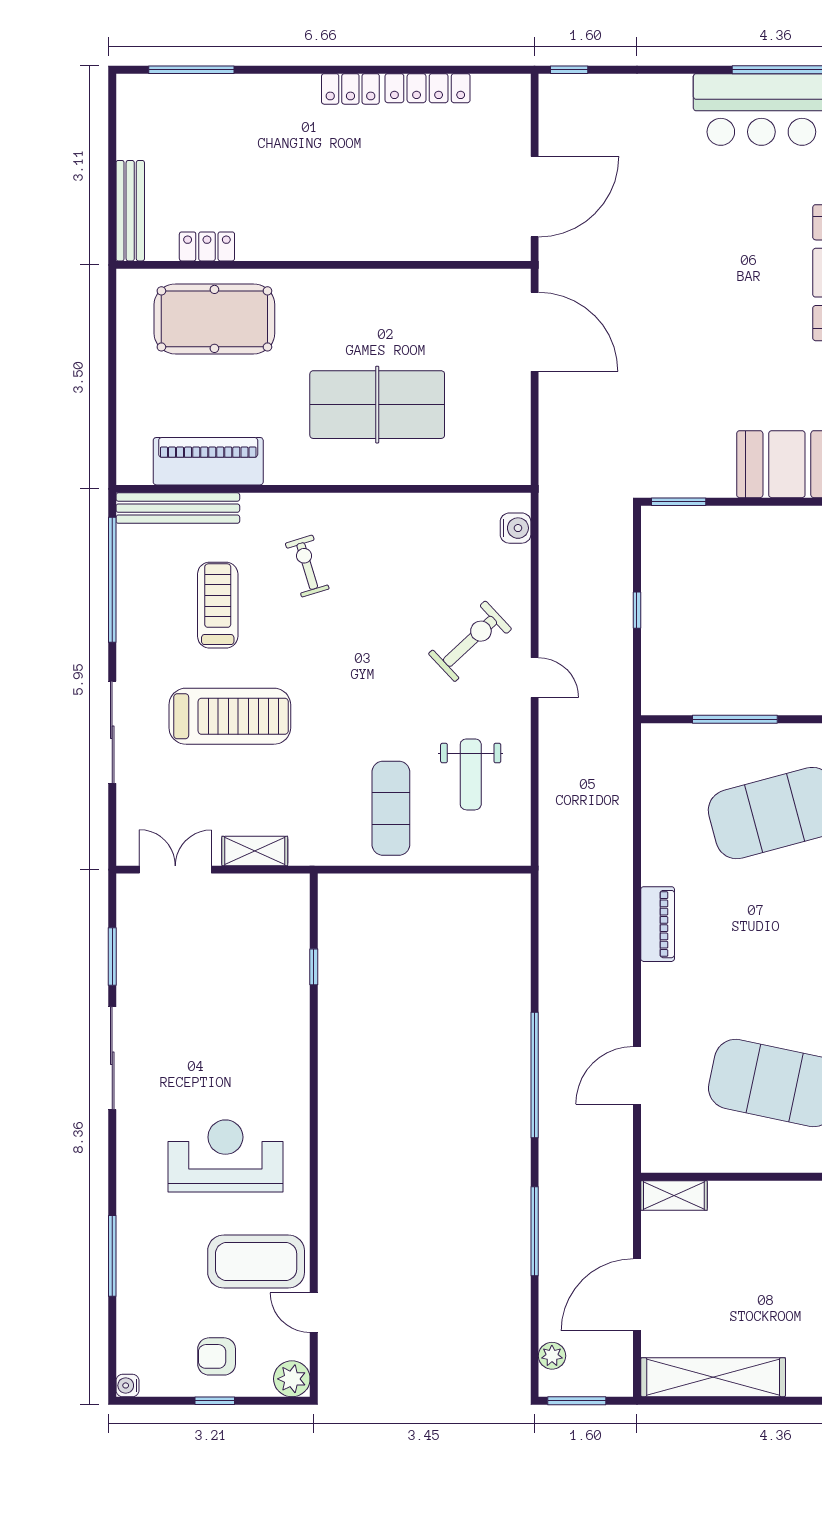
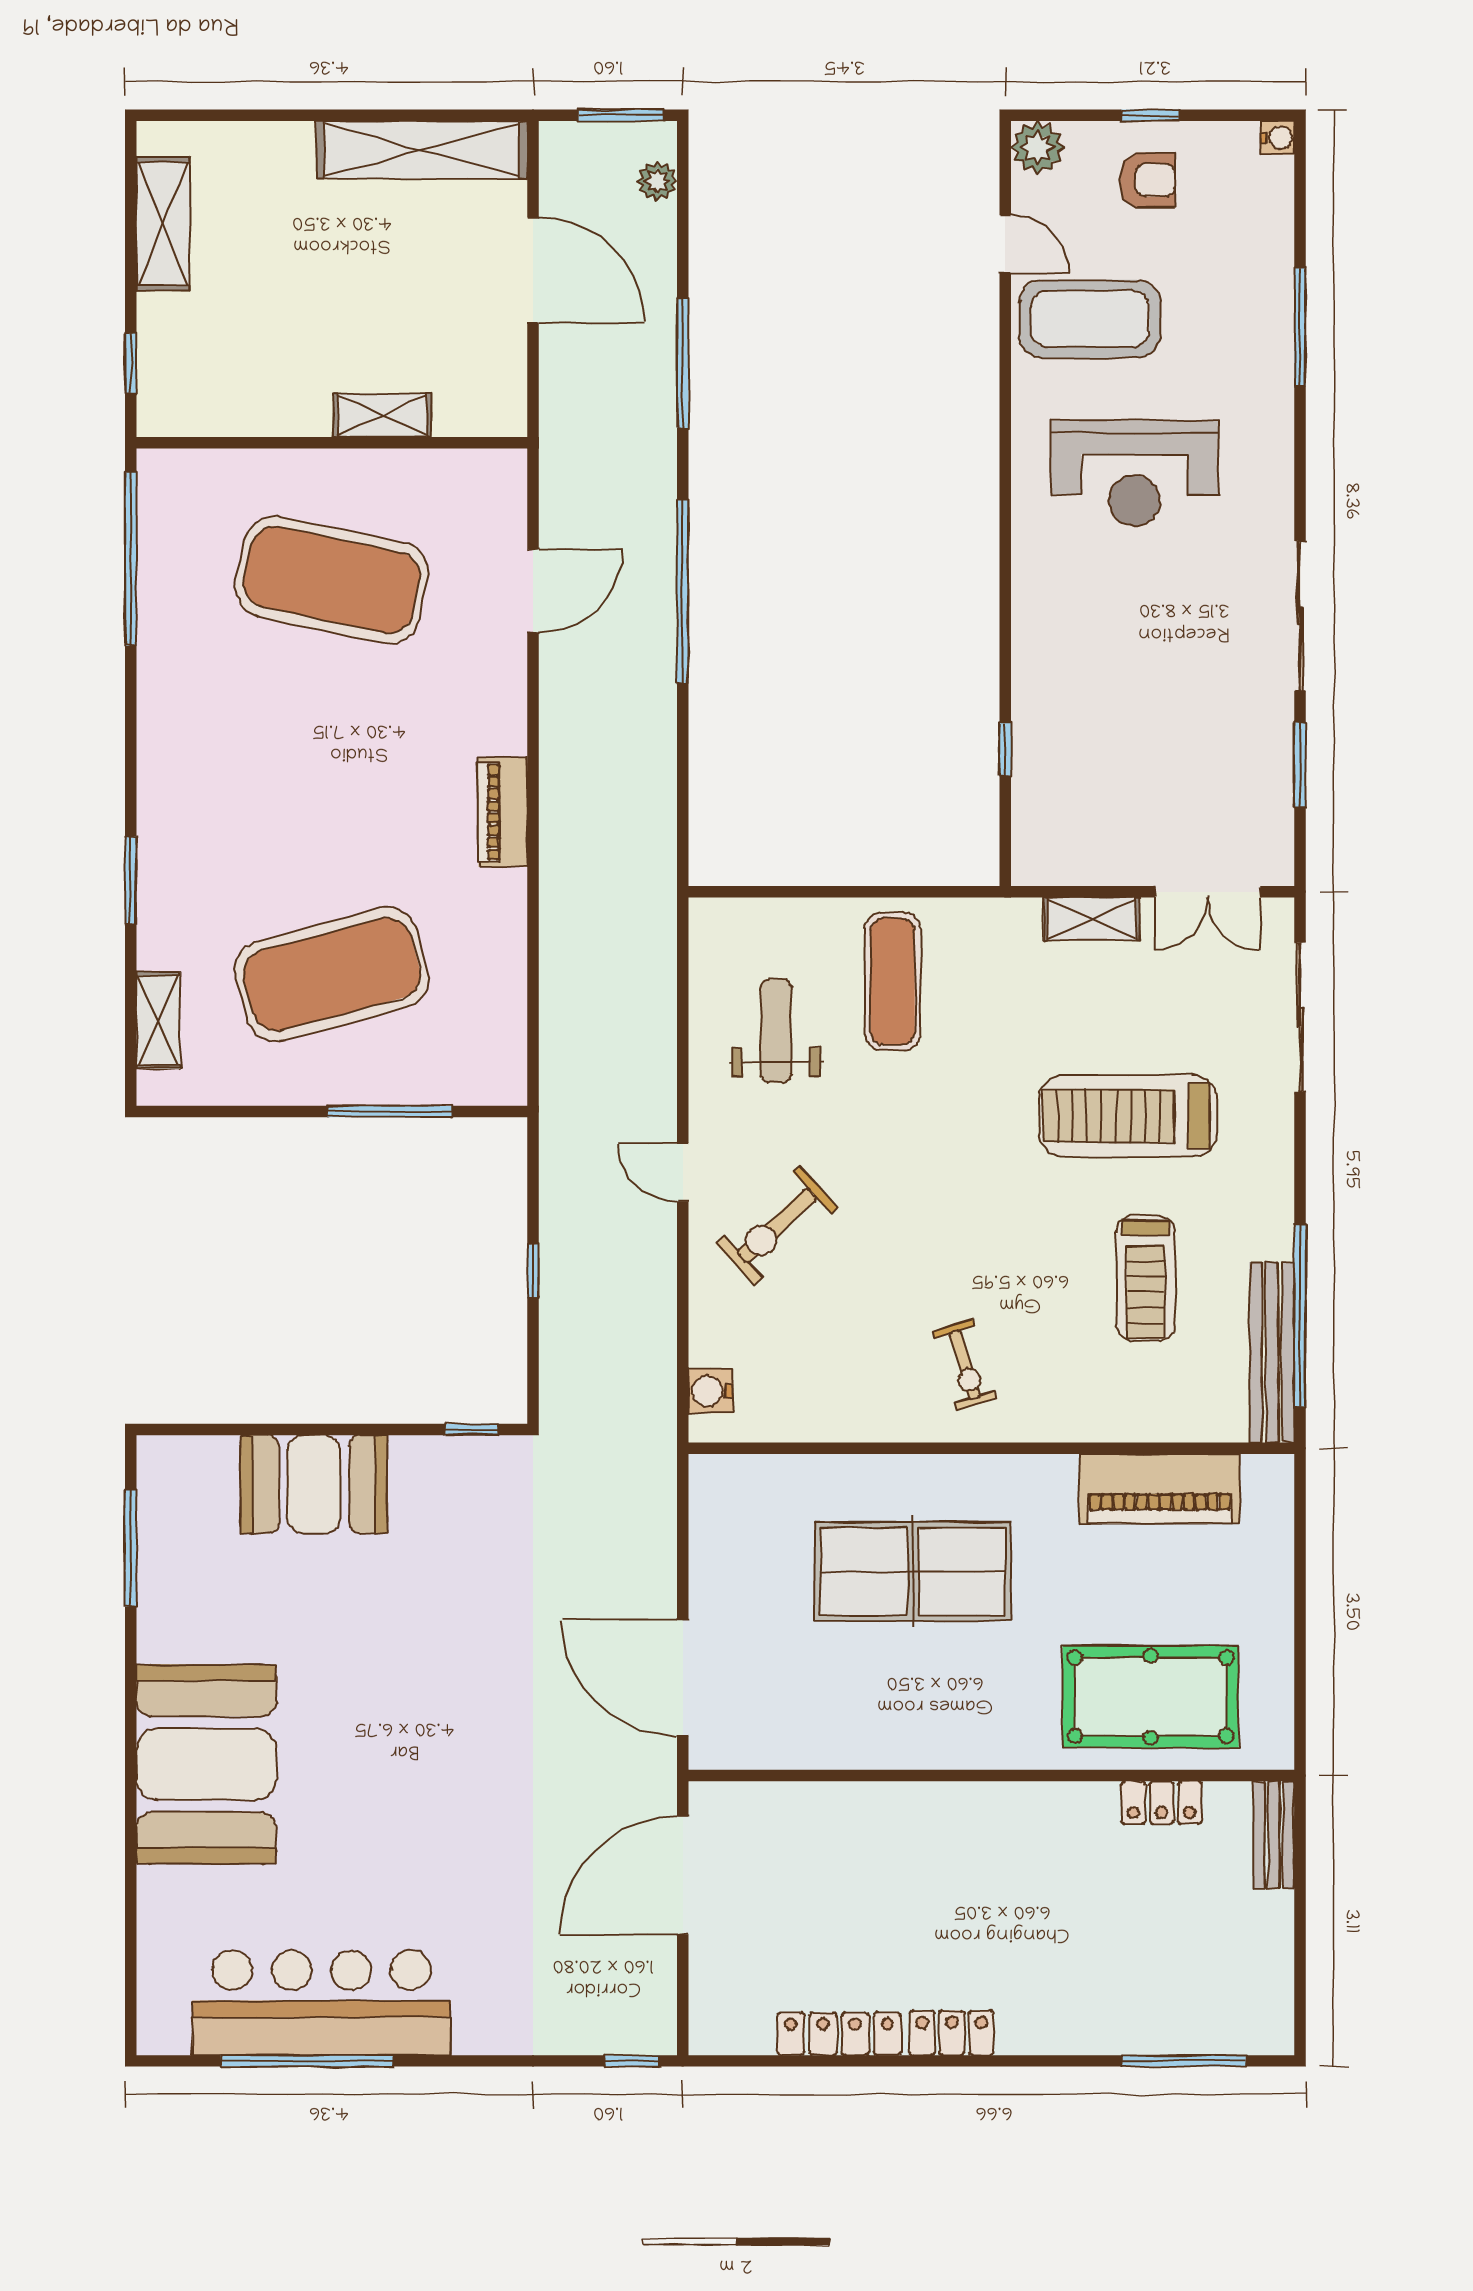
bench: (130, 211) -> (1274, 1835), width x0.73
window: (679, 502) -> (472, 1429), width x0.67
bench: (178, 508) -> (1272, 1352), moved, turned 90
exercise bike: (307, 566) -> (965, 1365), moved
sliding door: (112, 732) -> (1300, 1017), moved
shelving: (674, 1196) -> (382, 415), moved
door: (637, 1295) -> (533, 270), hinge flipped

